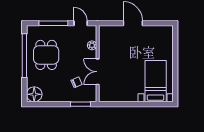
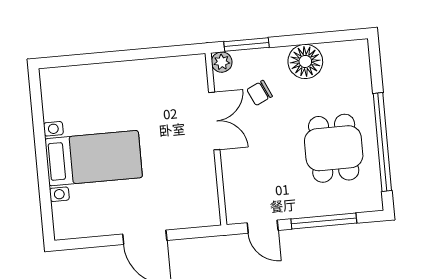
plant: (92, 45) -> (222, 62), moved
bed with nightstands: (156, 81) -> (94, 158), moved, turned -90
floor lamp: (34, 94) -> (305, 61), moved

